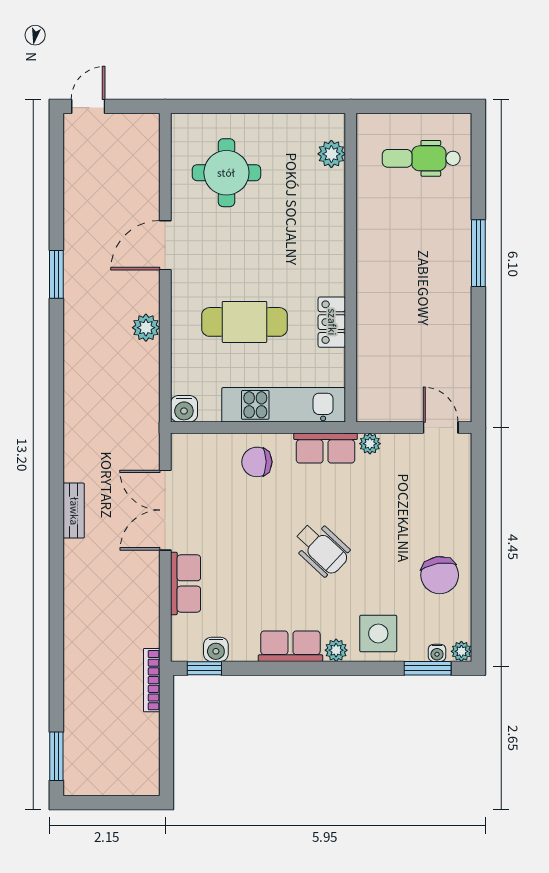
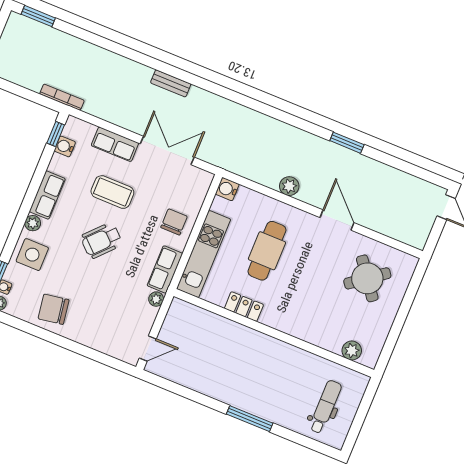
round table: (226, 173) -> (367, 278), turned -37
bench: (74, 511) -> (171, 83), moved
coffee table: (251, 561) -> (112, 192), added

